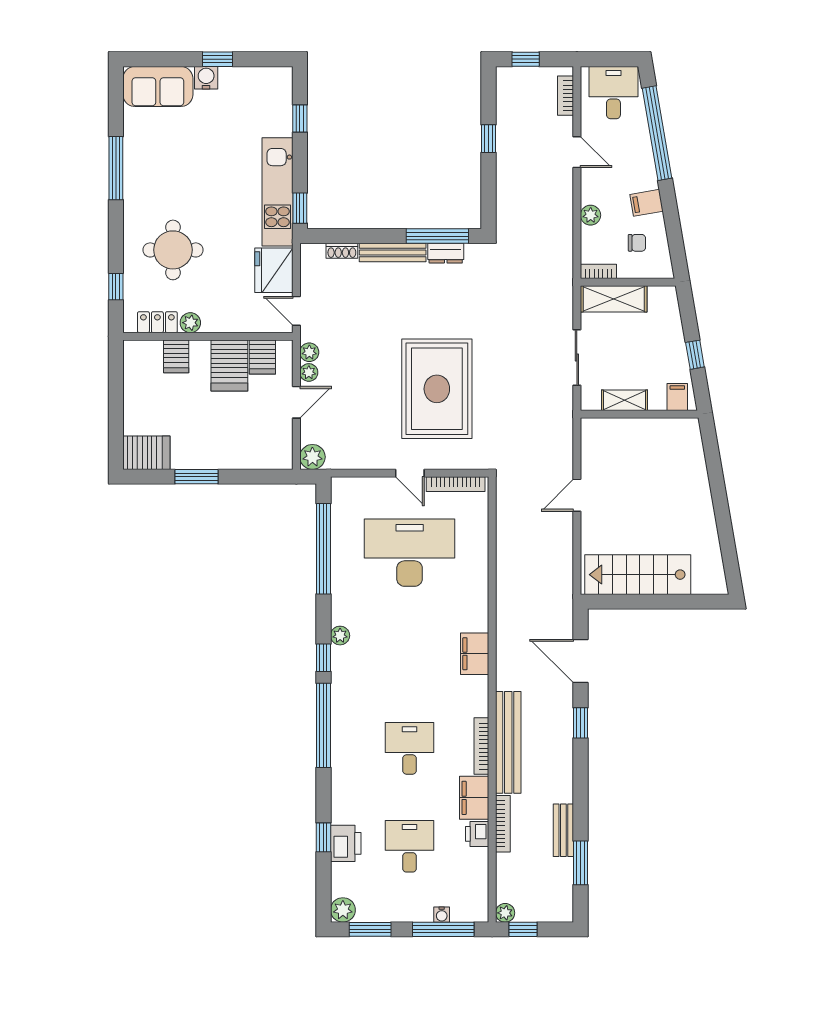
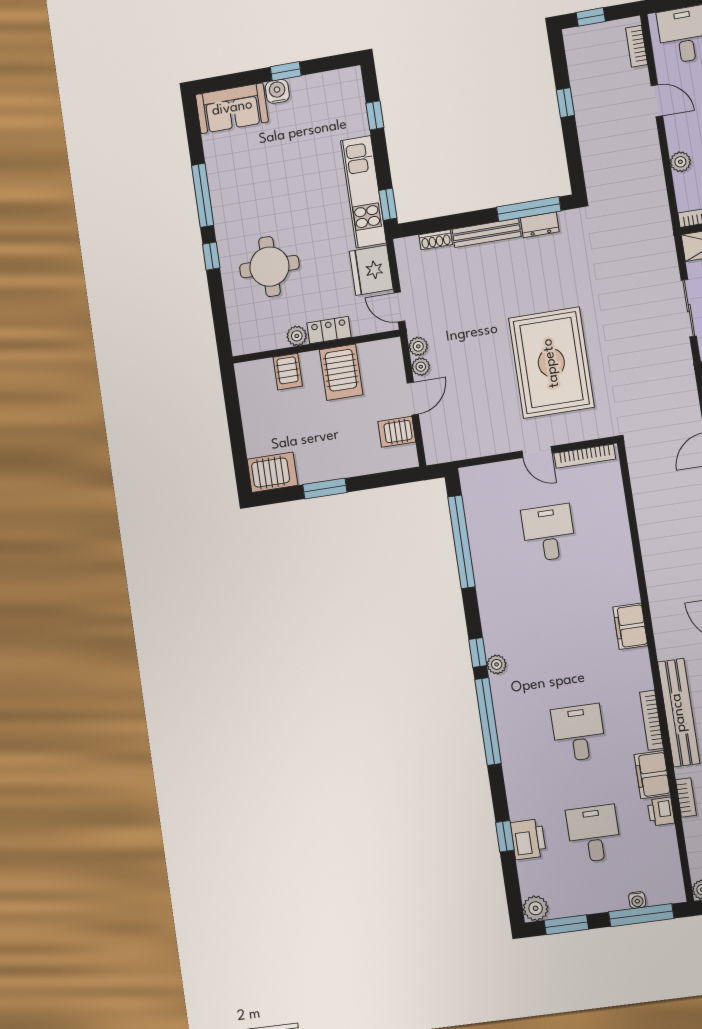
window: (116, 287) -> (211, 256), moved
locker: (157, 322) -> (329, 330), moved
server rack: (262, 357) -> (397, 432), moved, turned 90
plant: (312, 457) -> (437, 451), removed
desk: (410, 553) -> (549, 533), width x0.53, depth x0.77
plant: (340, 636) -> (497, 664), moved
bookcase: (503, 824) -> (686, 797), width x0.64

